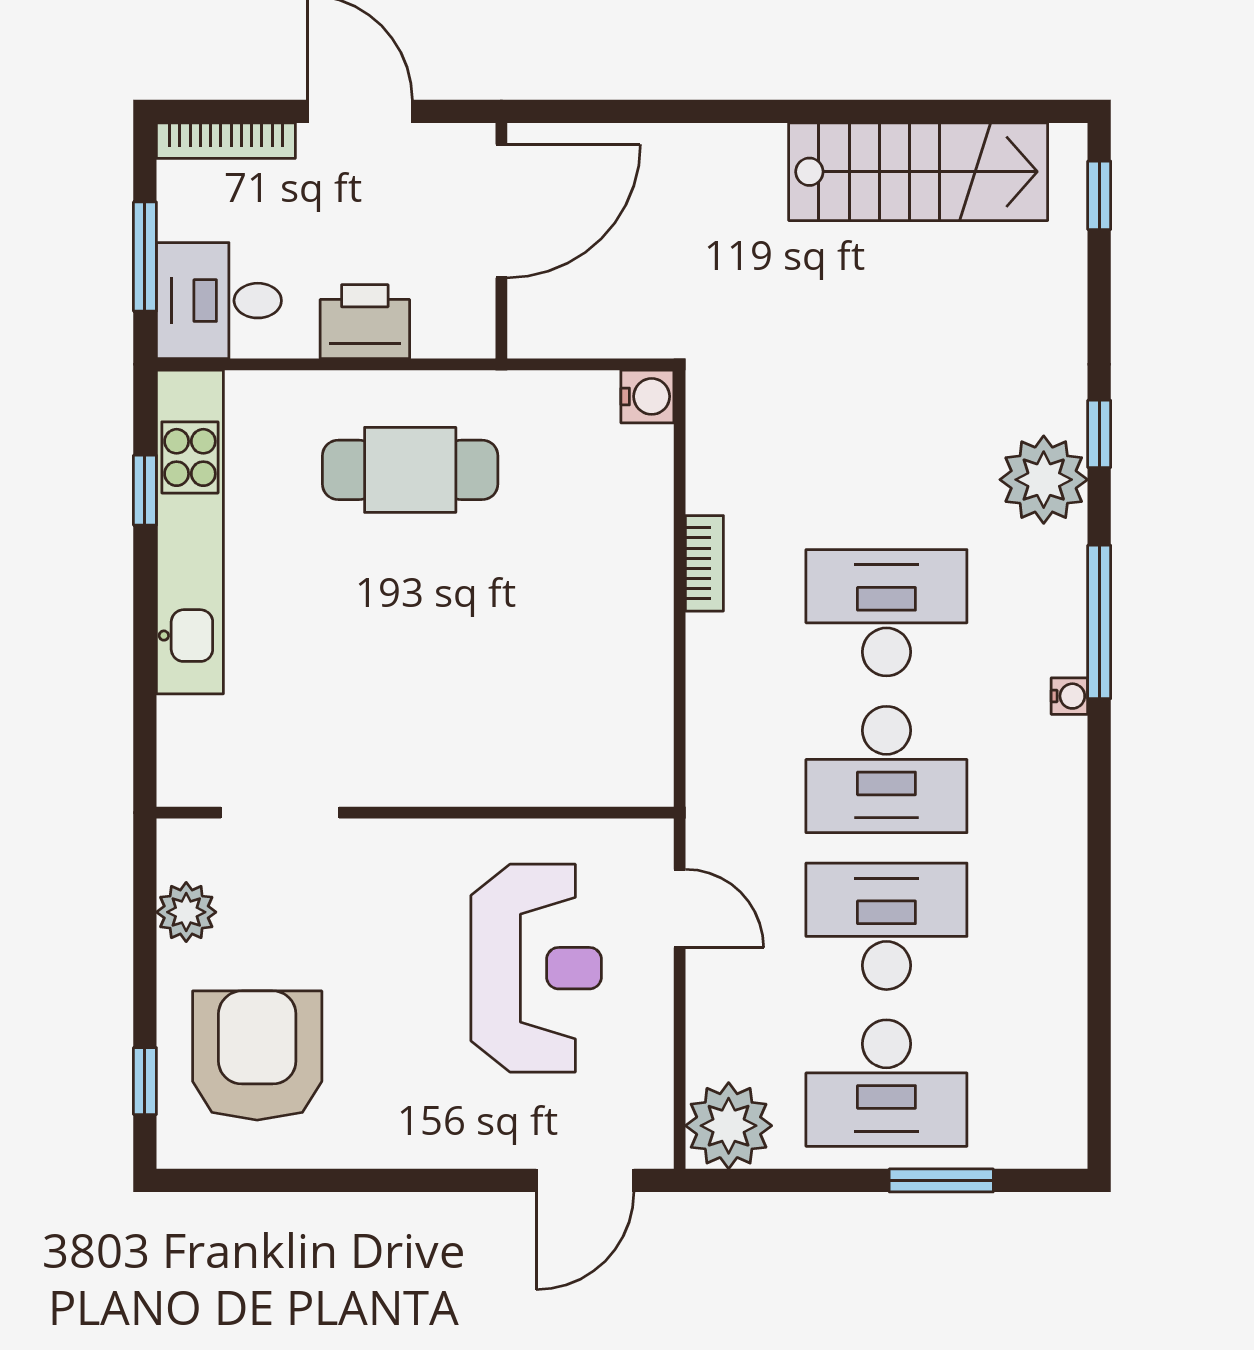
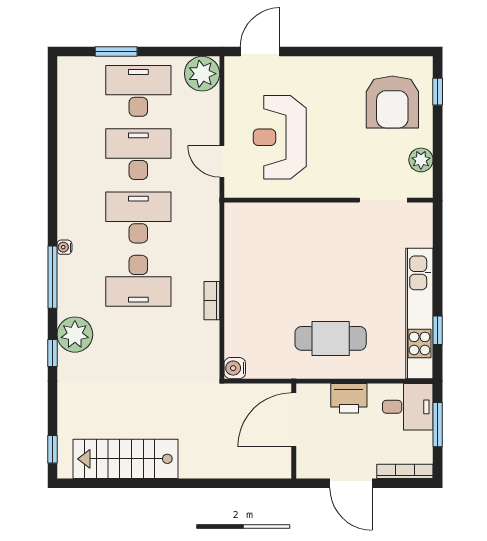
door: (501, 211) -> (294, 420), moved
desk: (886, 926) -> (138, 154), turned 180

